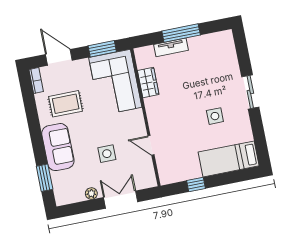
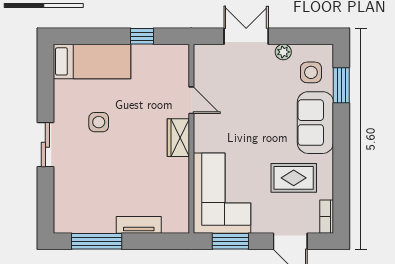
window: (181, 33) -> (97, 241), moved
wardrobe: (148, 83) -> (178, 138), moved
side table: (107, 154) -> (311, 72), moved
double door: (121, 200) -> (246, 36), swing flipped

